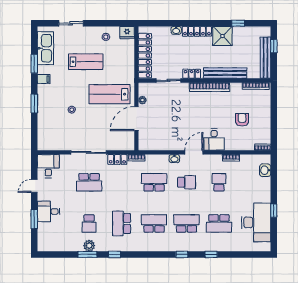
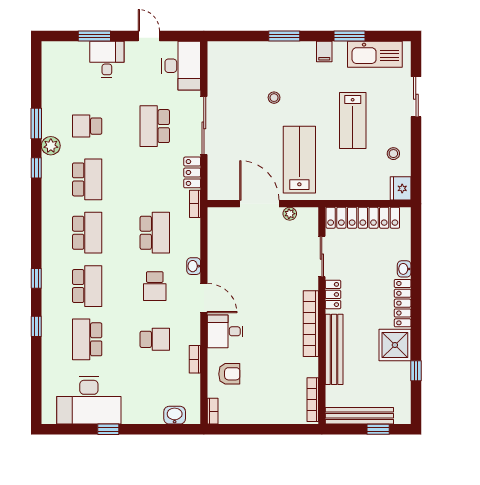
armchair: (242, 120) -> (229, 374), moved
desk: (48, 166) -> (181, 66), width x1.37
school desk: (122, 223) -> (87, 179), turned 90
plant: (89, 246) -> (51, 146), moved

